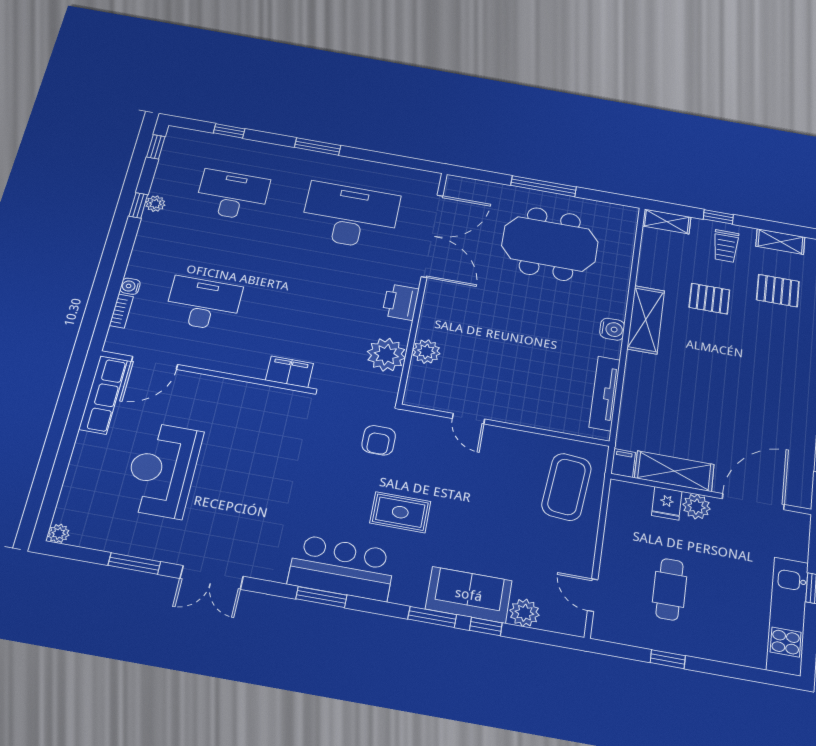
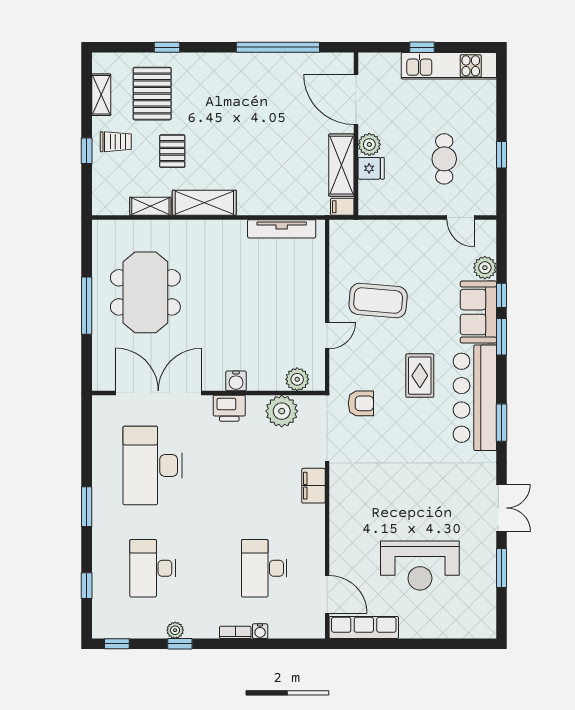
shelving: (667, 221) -> (150, 206), moved, turned 90
pallet: (778, 291) -> (152, 94), width x1.50, depth x1.42
bookcase: (121, 311) -> (235, 632), moved
water cooler: (612, 329) -> (236, 381), moved, turned 180
plant: (426, 352) -> (297, 379), moved
coffee table: (567, 487) -> (378, 301), moved
plant: (59, 534) -> (488, 631), removed
bar counter: (342, 568) -> (475, 398), width x1.36
cafe table: (670, 589) -> (444, 159), turned 90
door: (593, 595) -> (460, 218), hinge flipped

